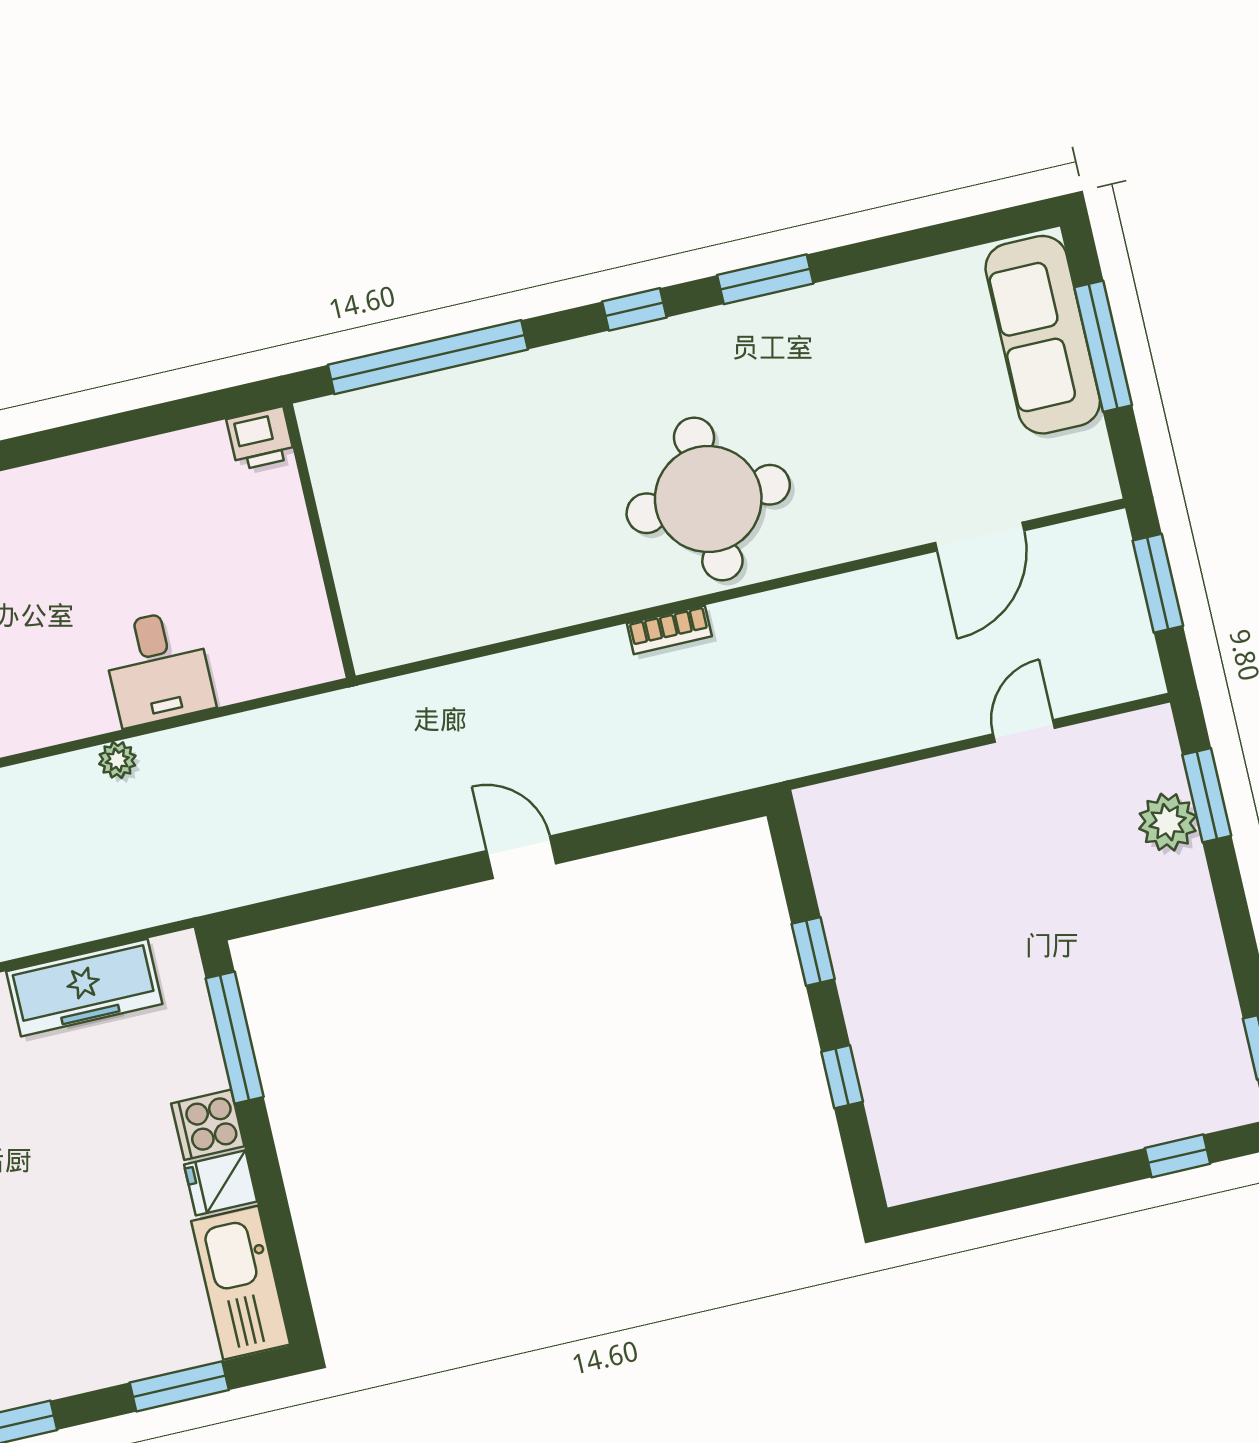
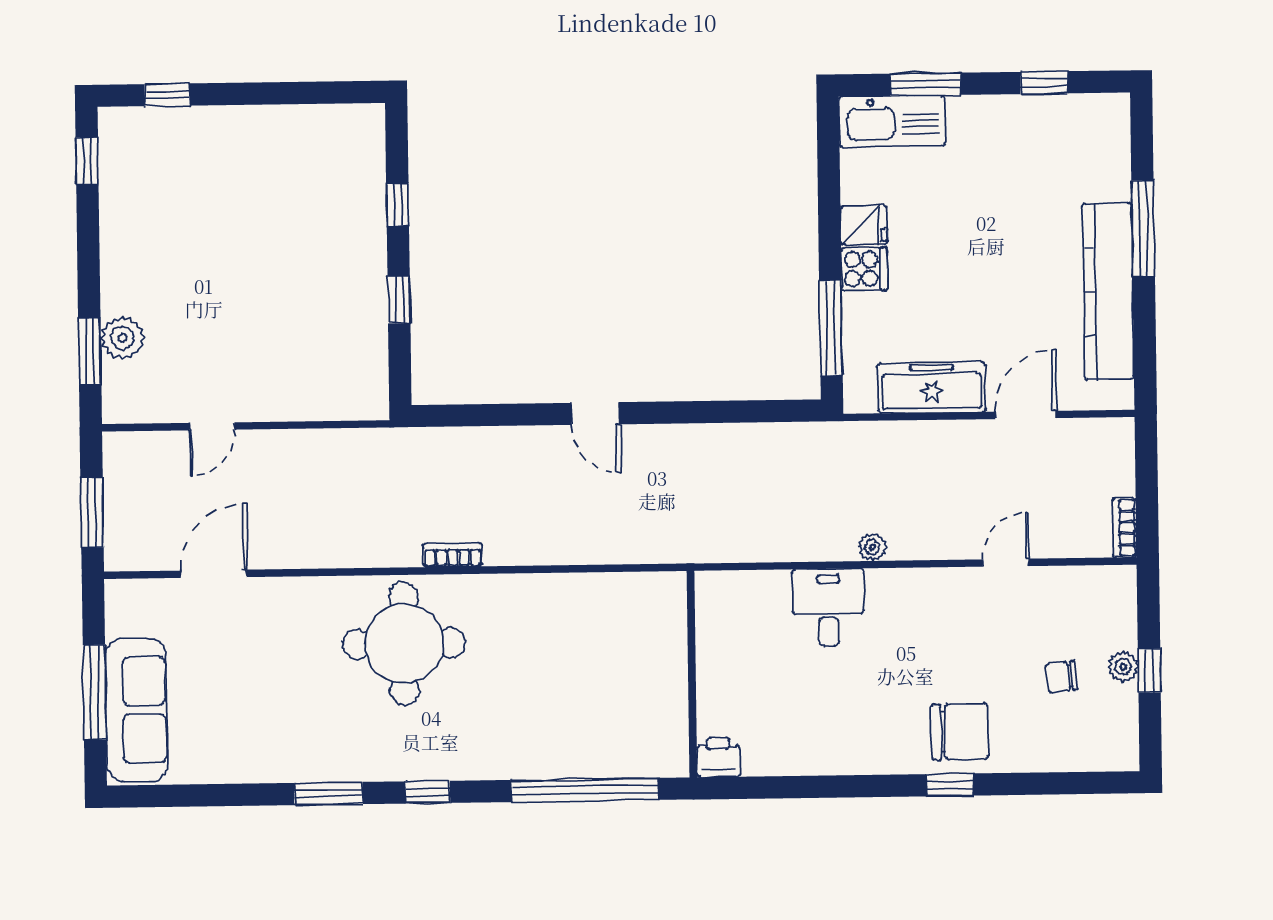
kitchen sink: (241, 1283) -> (892, 121), moved, turned 90

